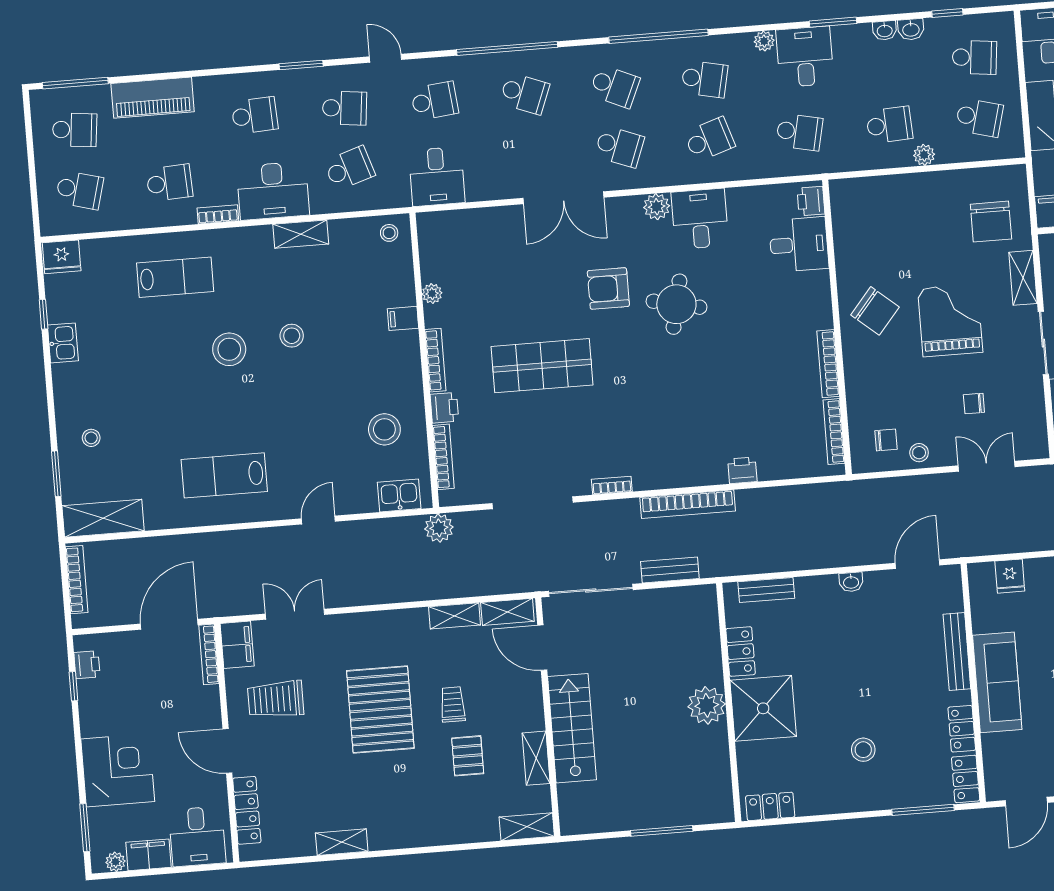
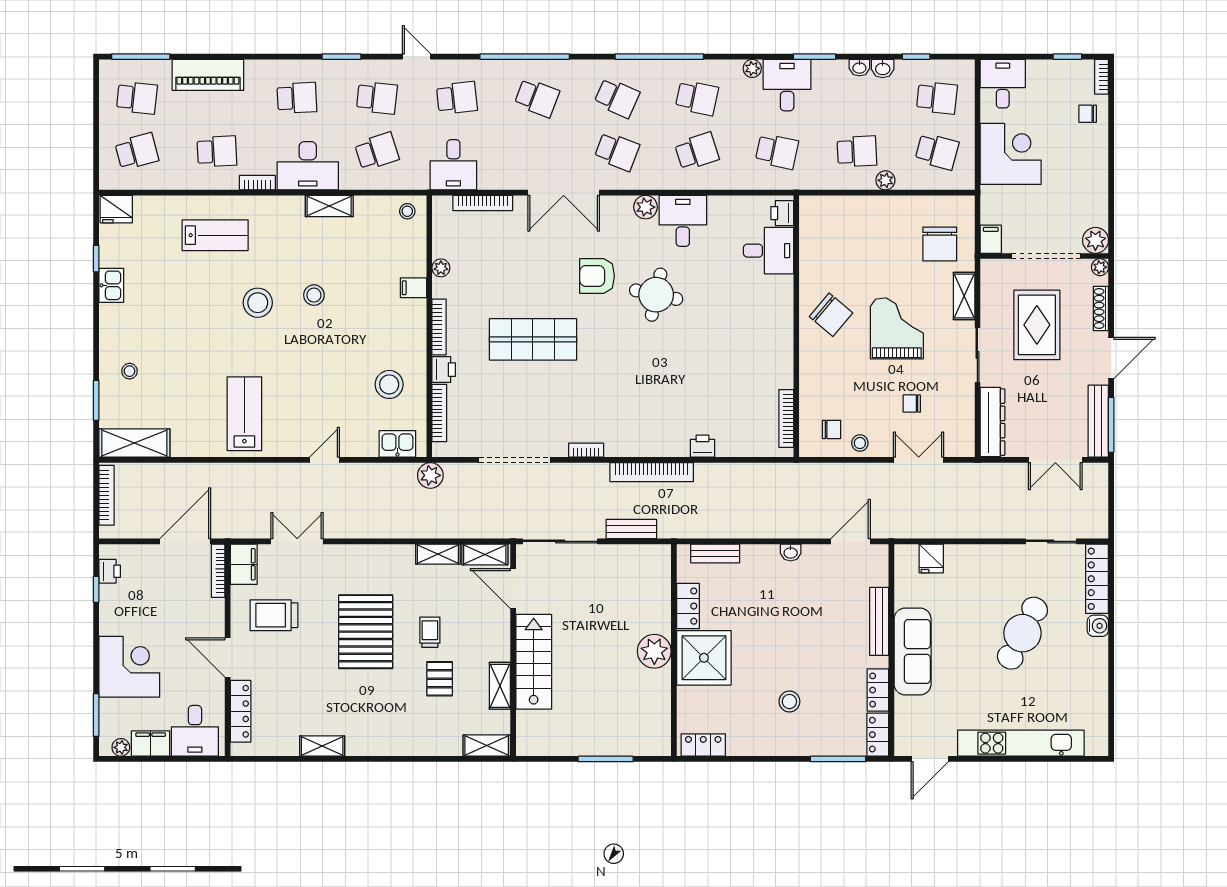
school desk: (80, 190) -> (137, 151), turned -30
bookcase: (828, 364) -> (483, 203), moved, turned -90
lab bench: (224, 475) -> (244, 414), turned 90

